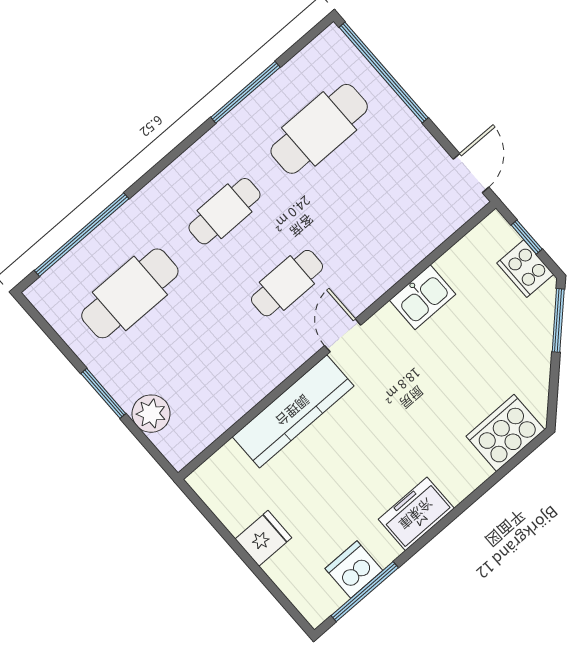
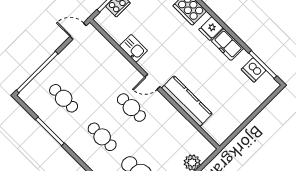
cafe table: (319, 129) -> (64, 98), width x0.73, depth x0.74
fridge: (263, 538) -> (211, 28), moved, turned -90

